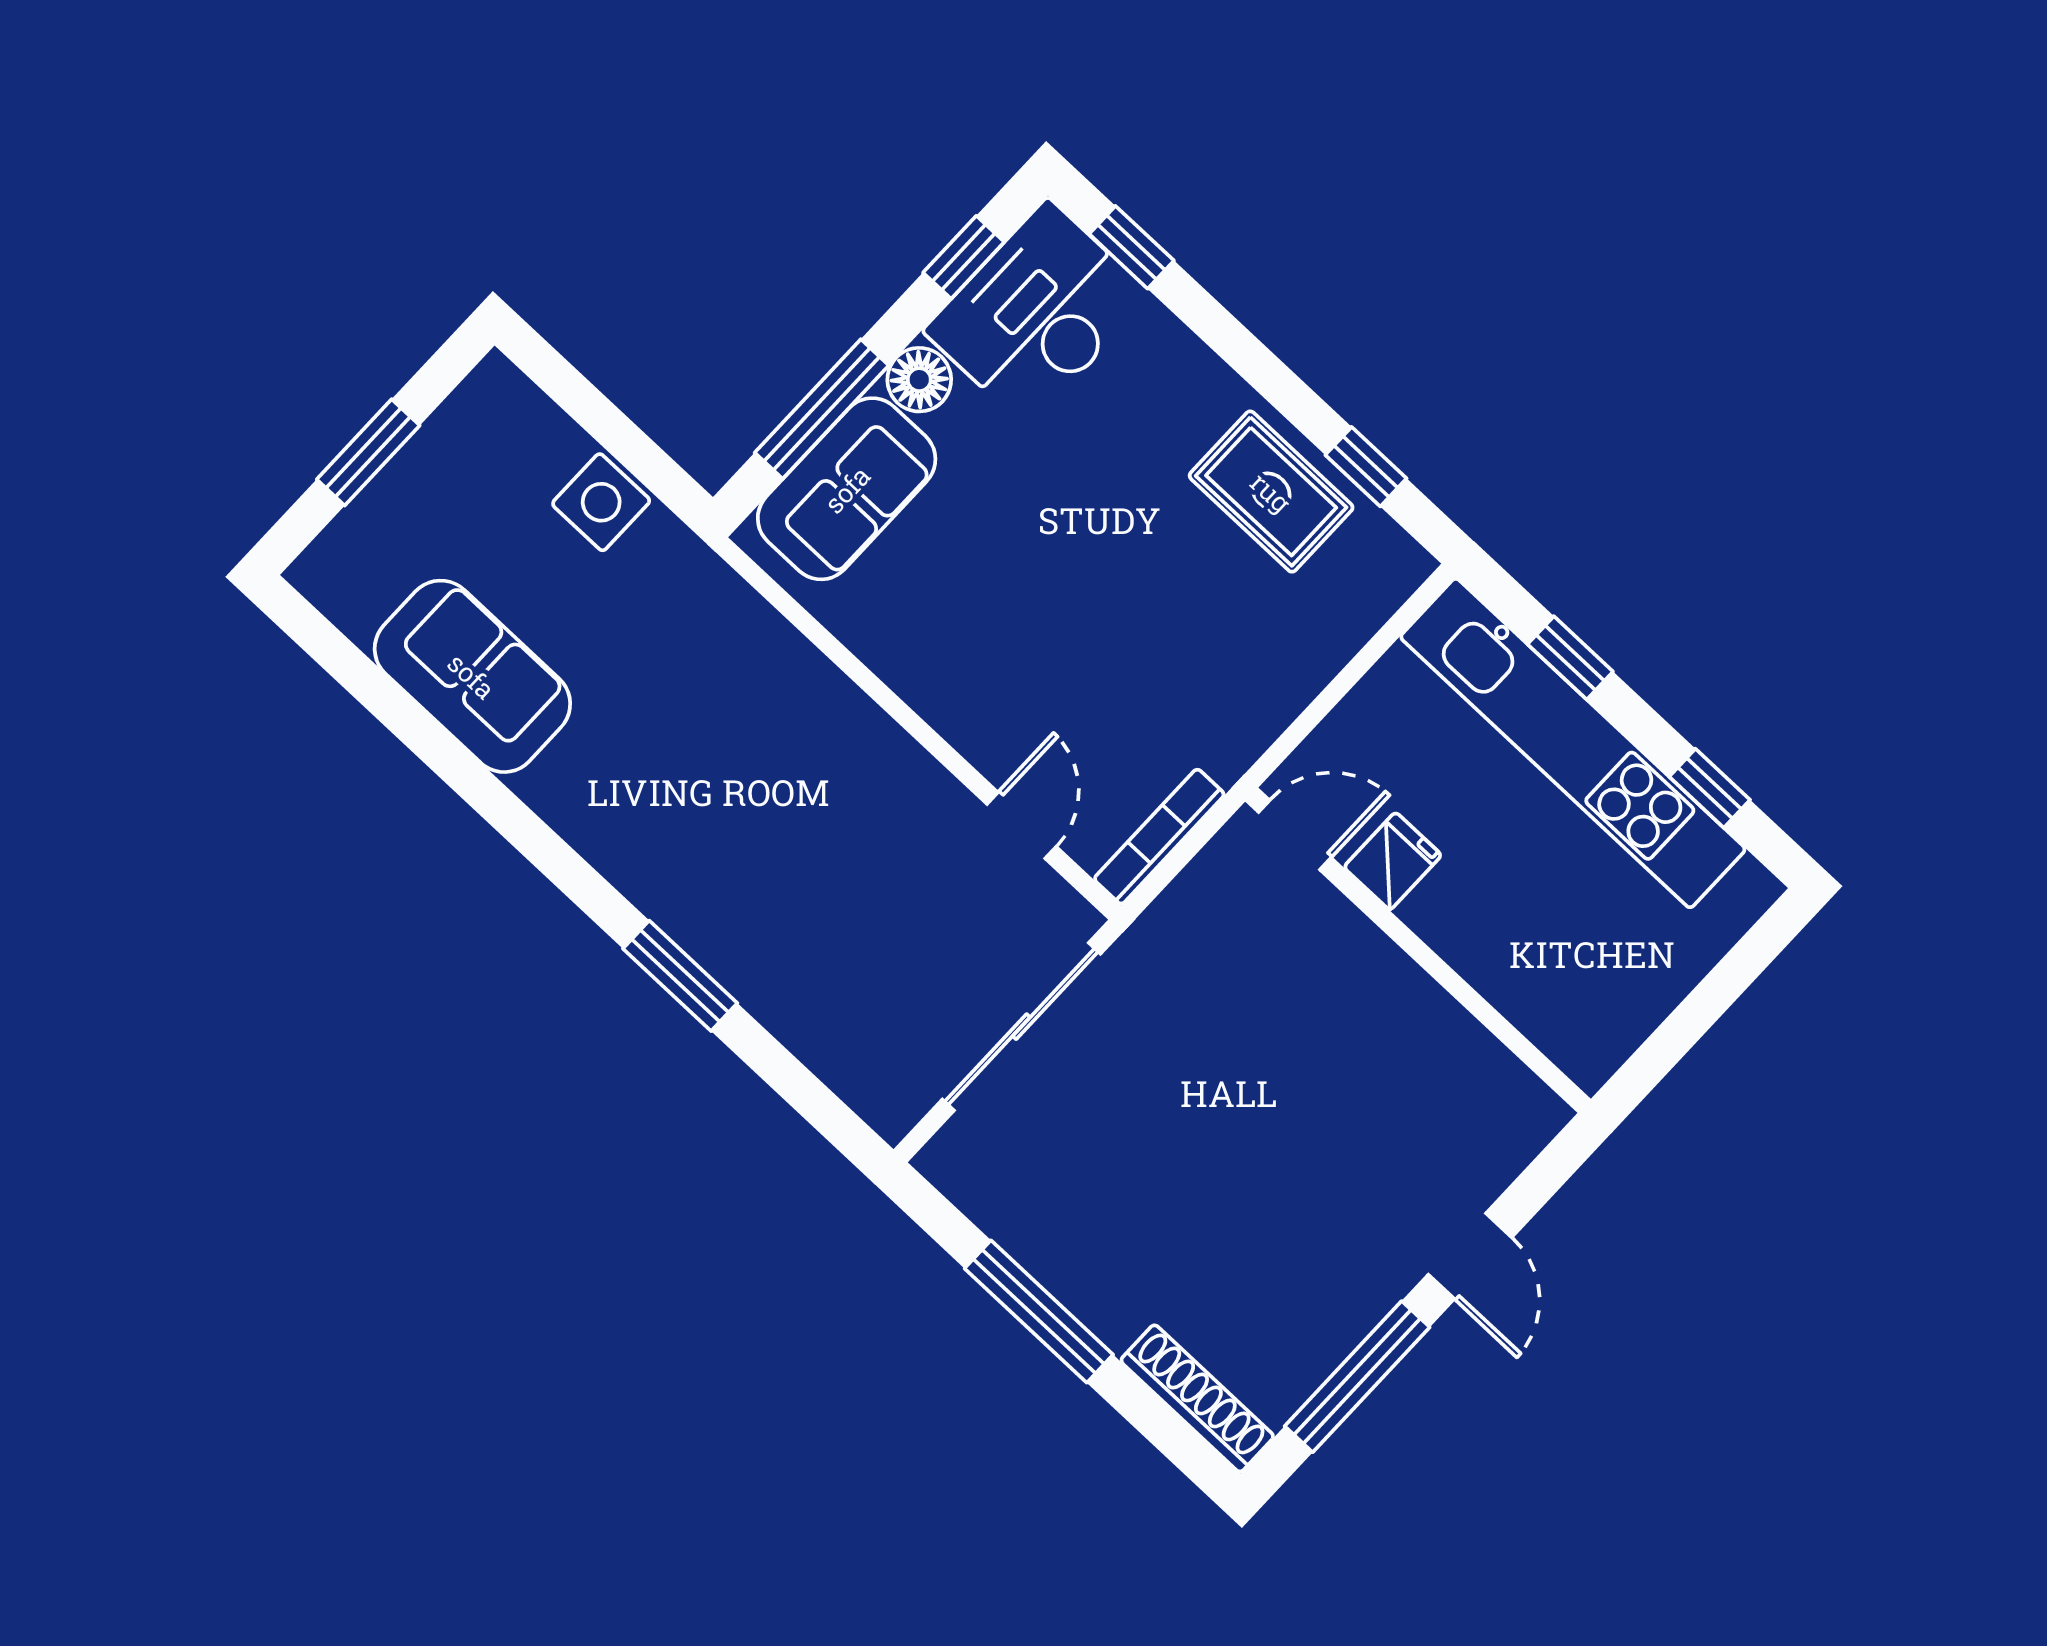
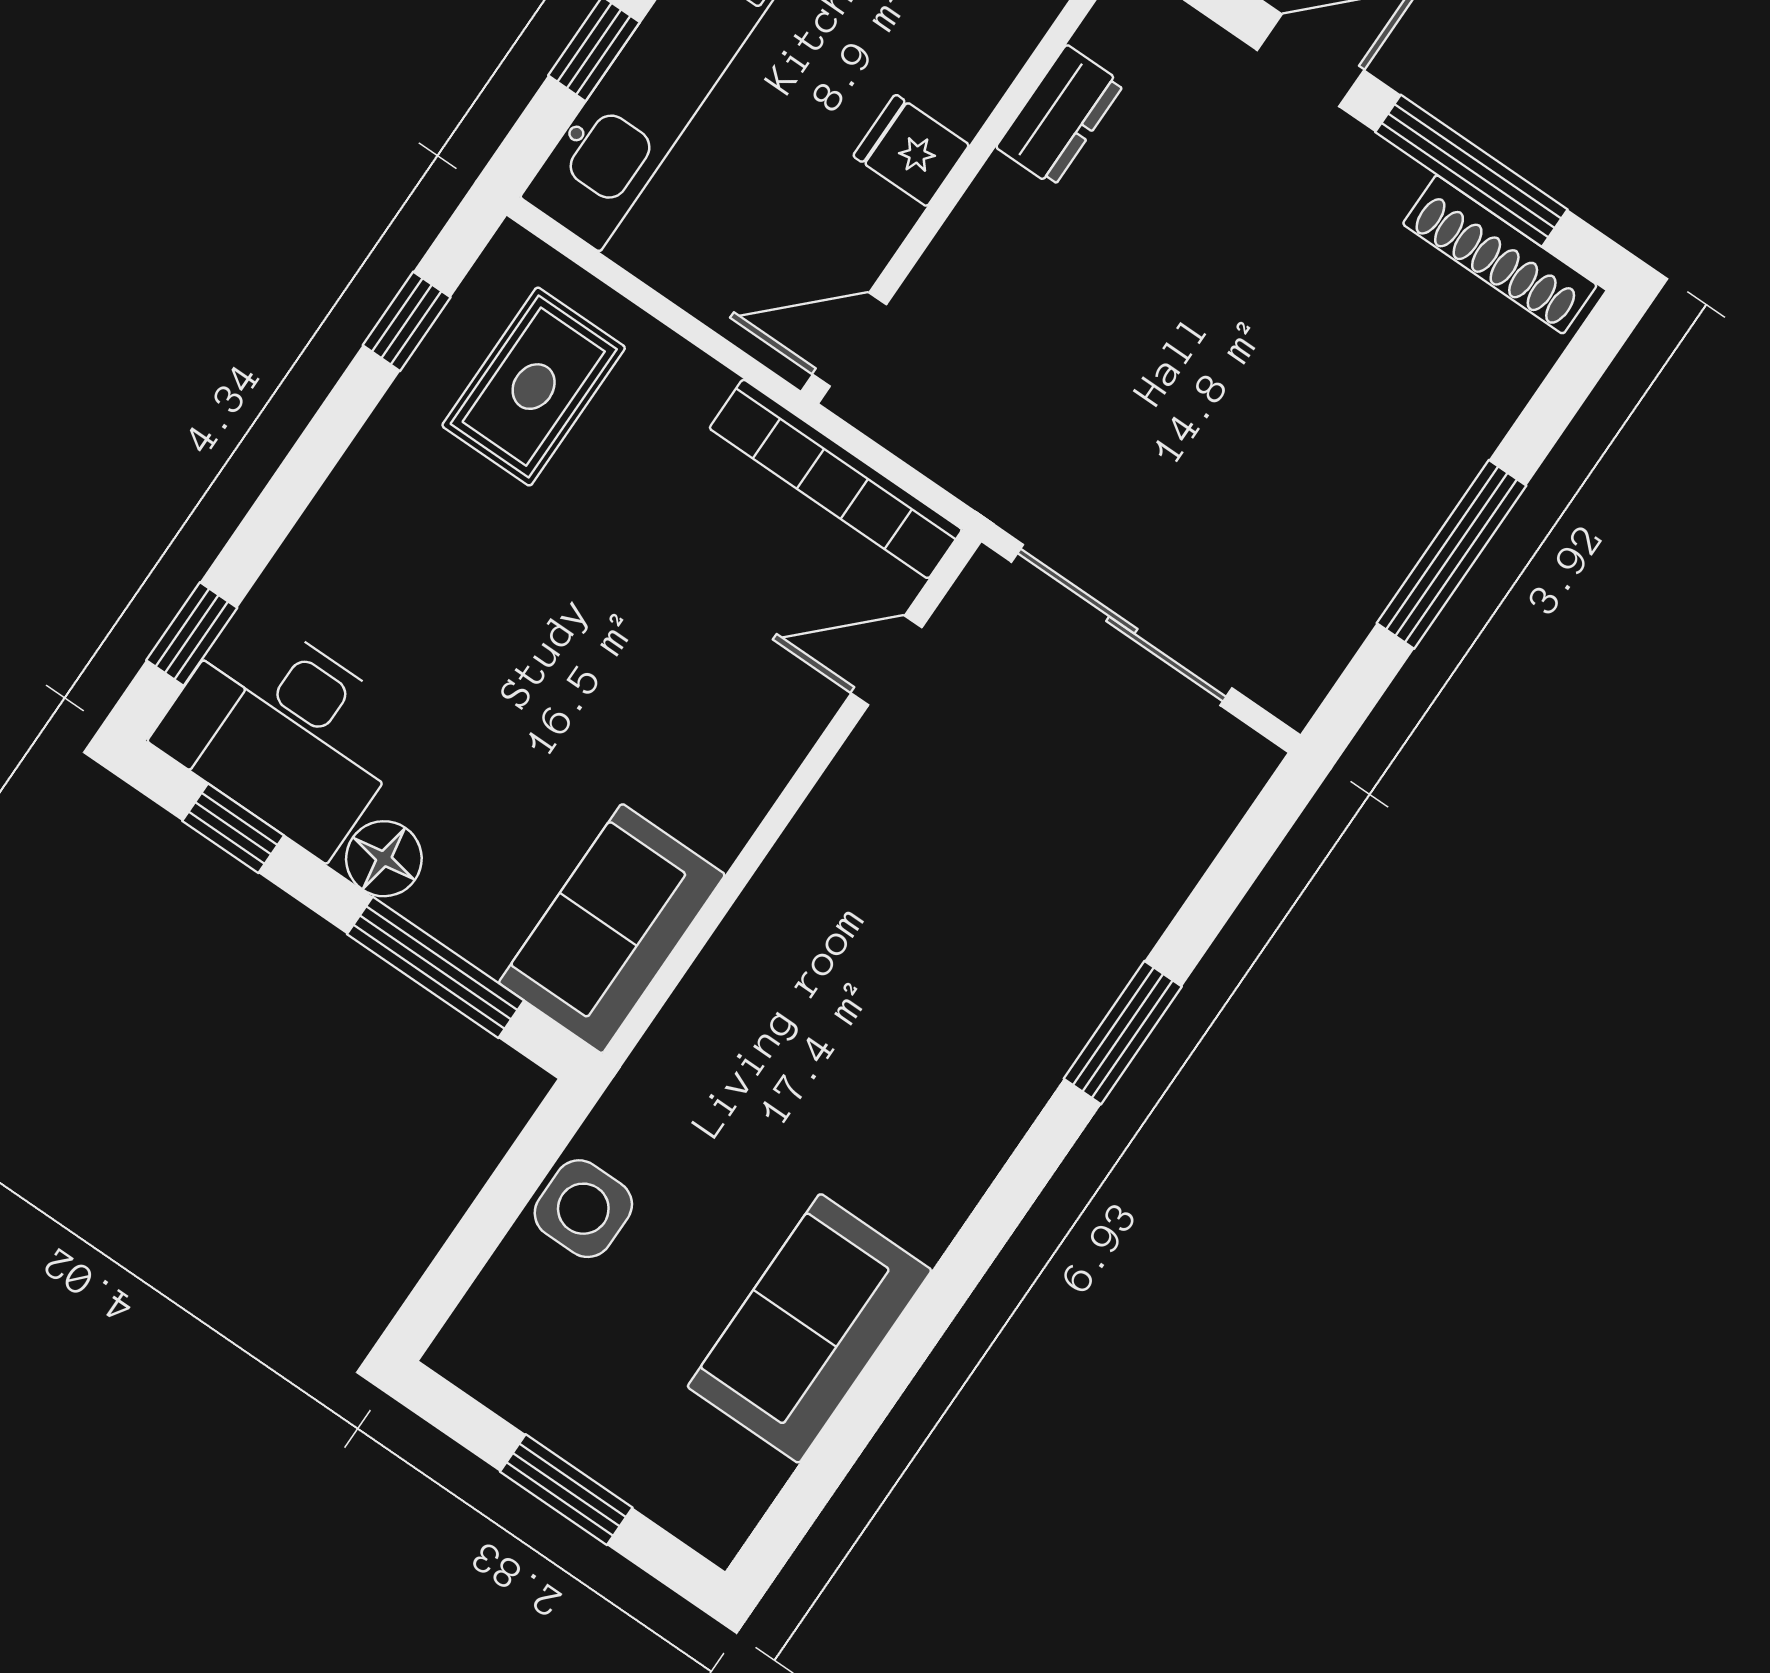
sofa: (847, 489) -> (612, 929), moved, turned -90
rug: (1271, 492) -> (534, 387), moved
door: (1295, 835) -> (850, 339), hinge flipped
bookcase: (1159, 837) -> (836, 479), width x1.48, depth x1.31
fridge: (1393, 861) -> (911, 150), moved
dresser: (1455, 1039) -> (1060, 116), added
shoe rack: (1197, 1398) -> (1500, 254), moved, turned -90

